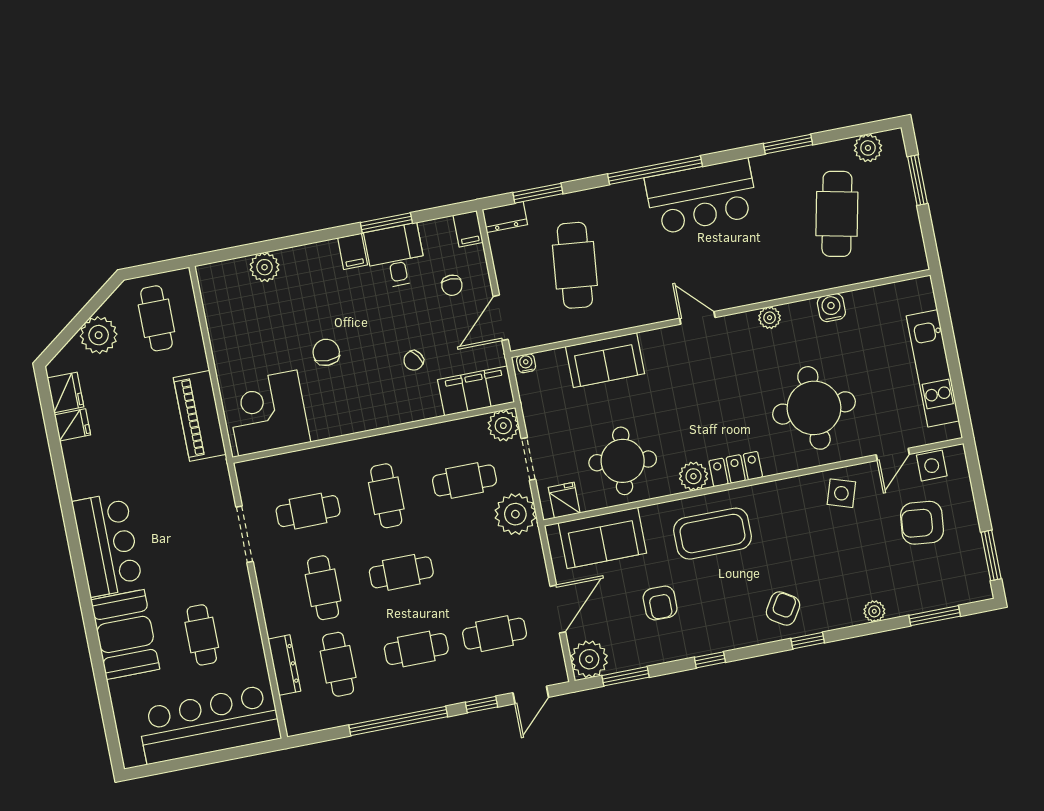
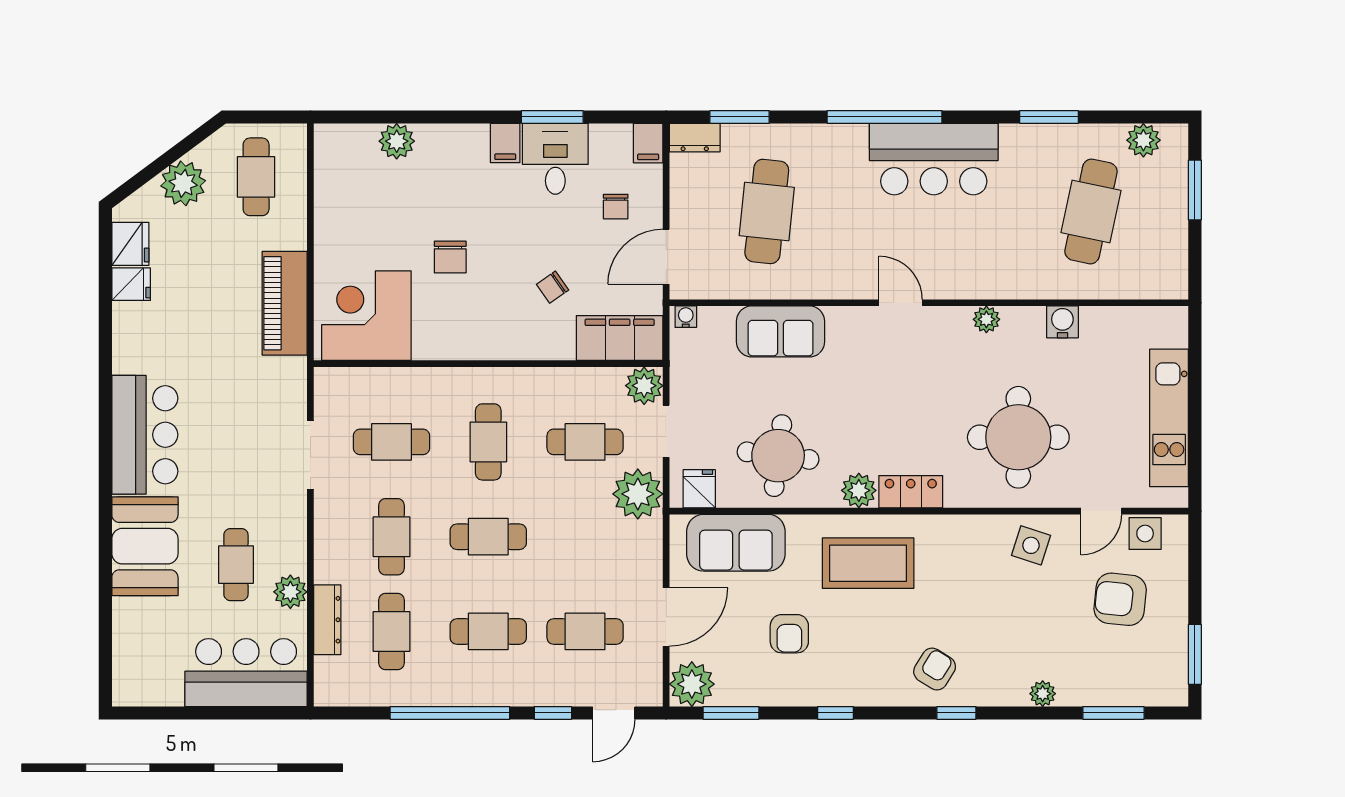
chair: (326, 352) -> (450, 257), turned 180
plant: (250, 648) -> (290, 592), added
bar counter: (209, 724) -> (246, 673), width x0.73

